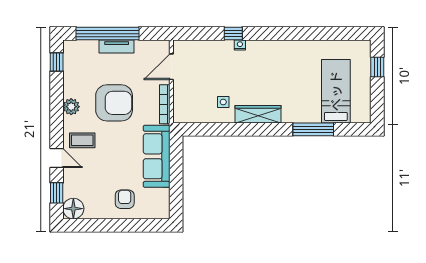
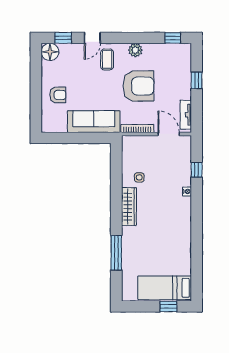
window: (107, 34) -> (197, 80), width x0.32
window: (233, 34) -> (197, 170), moved
tv unit: (117, 46) -> (186, 115), moved
bed: (336, 91) -> (165, 288), moved, turned 180
armchair: (114, 103) -> (138, 86), turned -90

